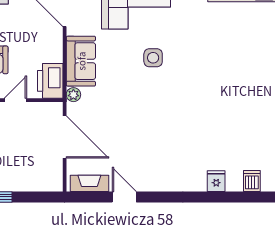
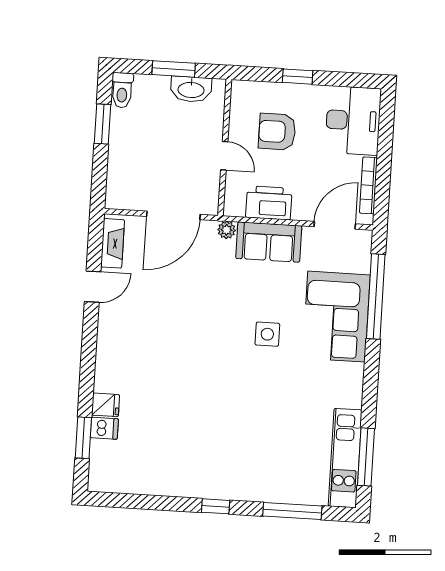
printer: (50, 81) -> (269, 203), moved
dishwasher: (252, 181) -> (104, 428), moved
window: (243, 197) -> (83, 438), added

